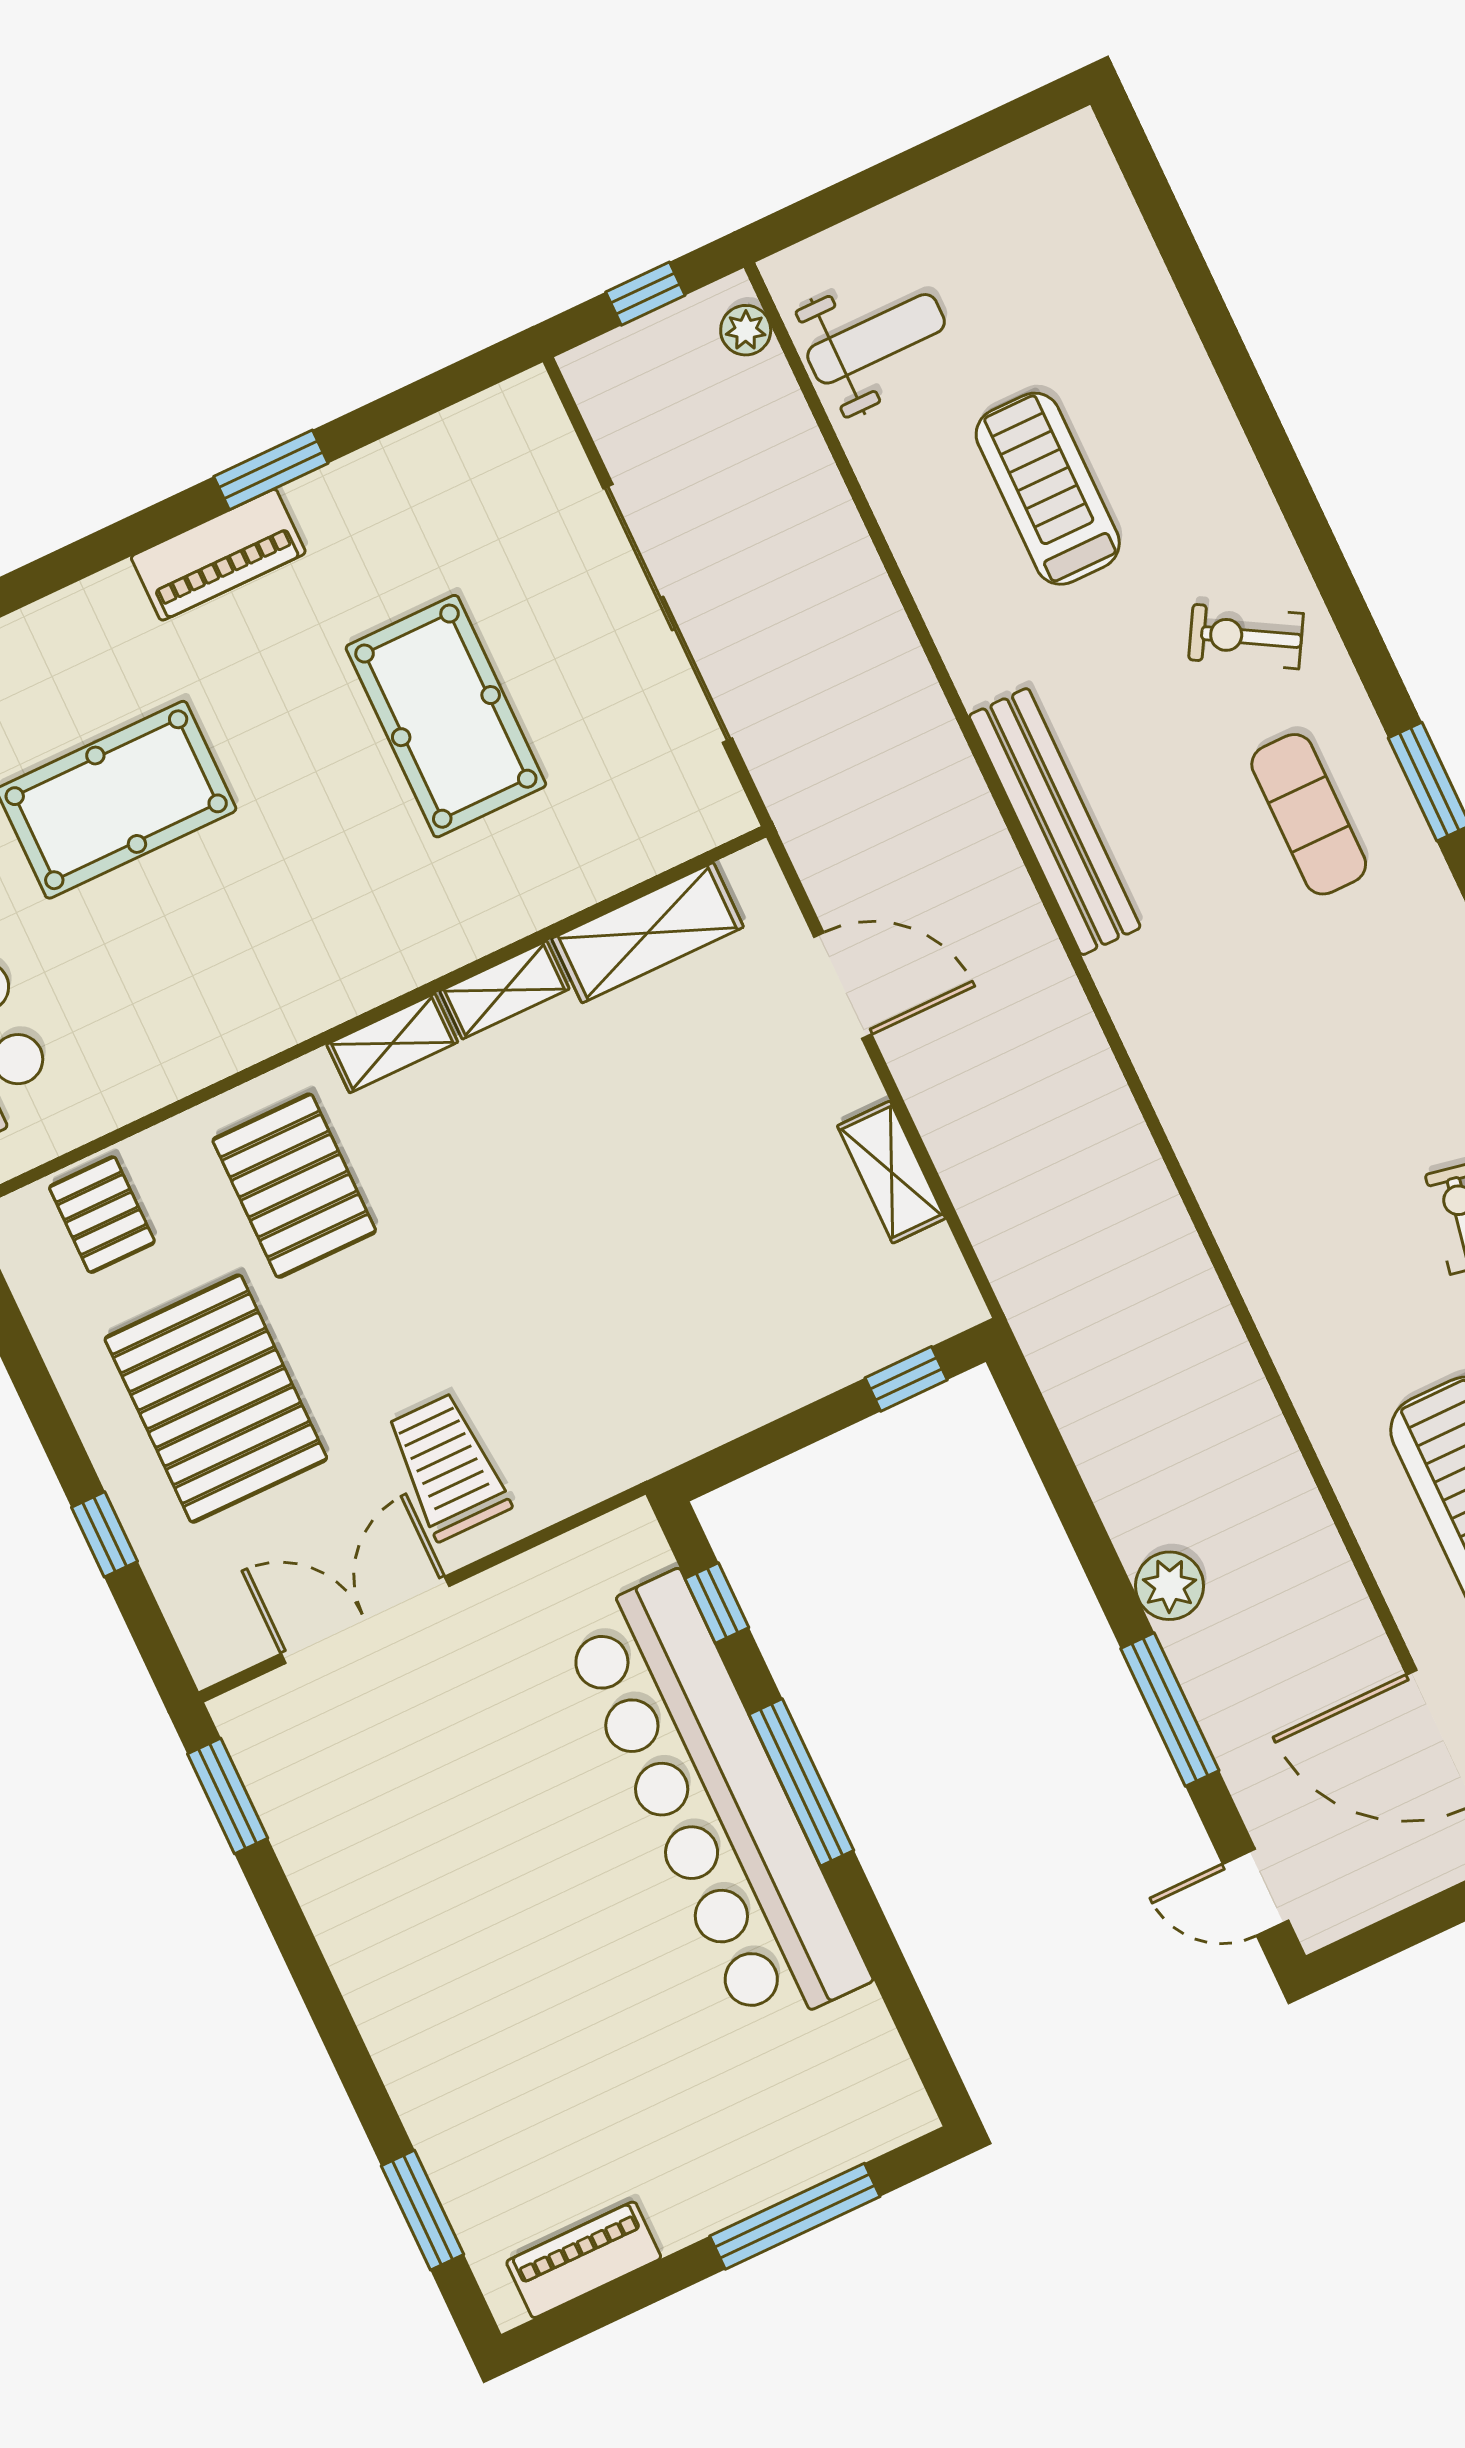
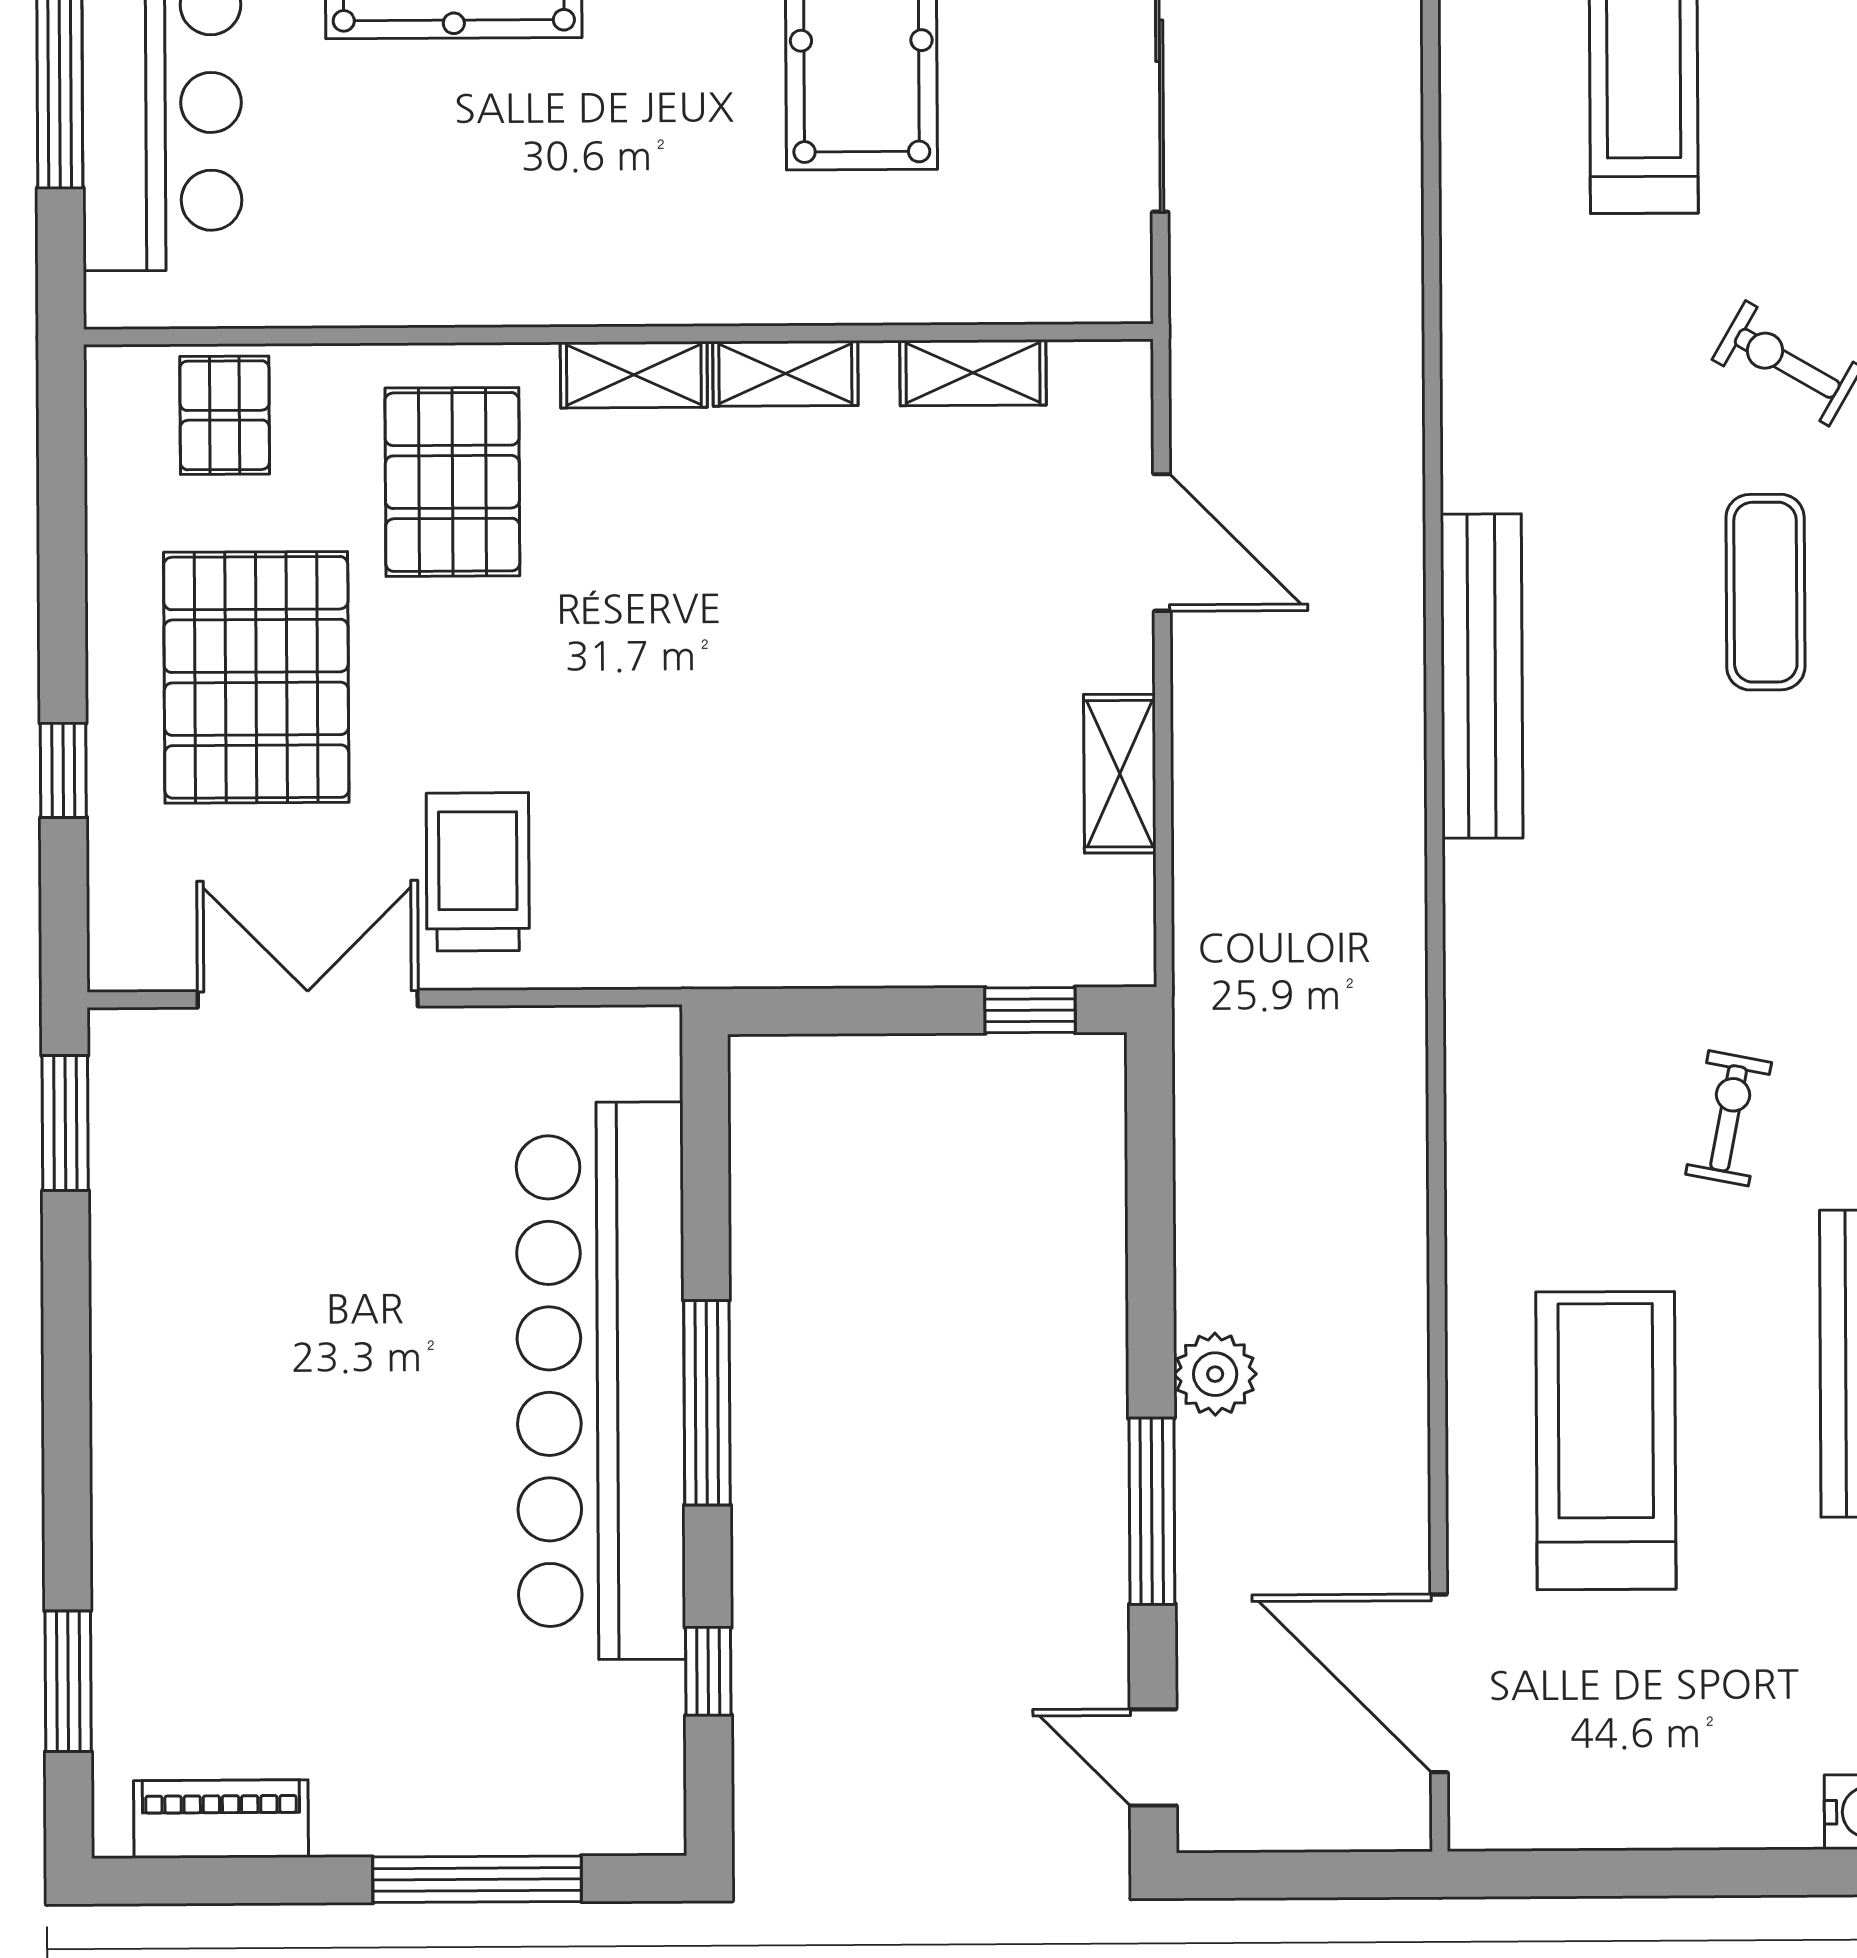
bench: (1055, 822) -> (1482, 676), moved
shelving: (648, 933) -> (973, 373), width x0.67, depth x0.75
window: (717, 1603) -> (708, 1671), moved

